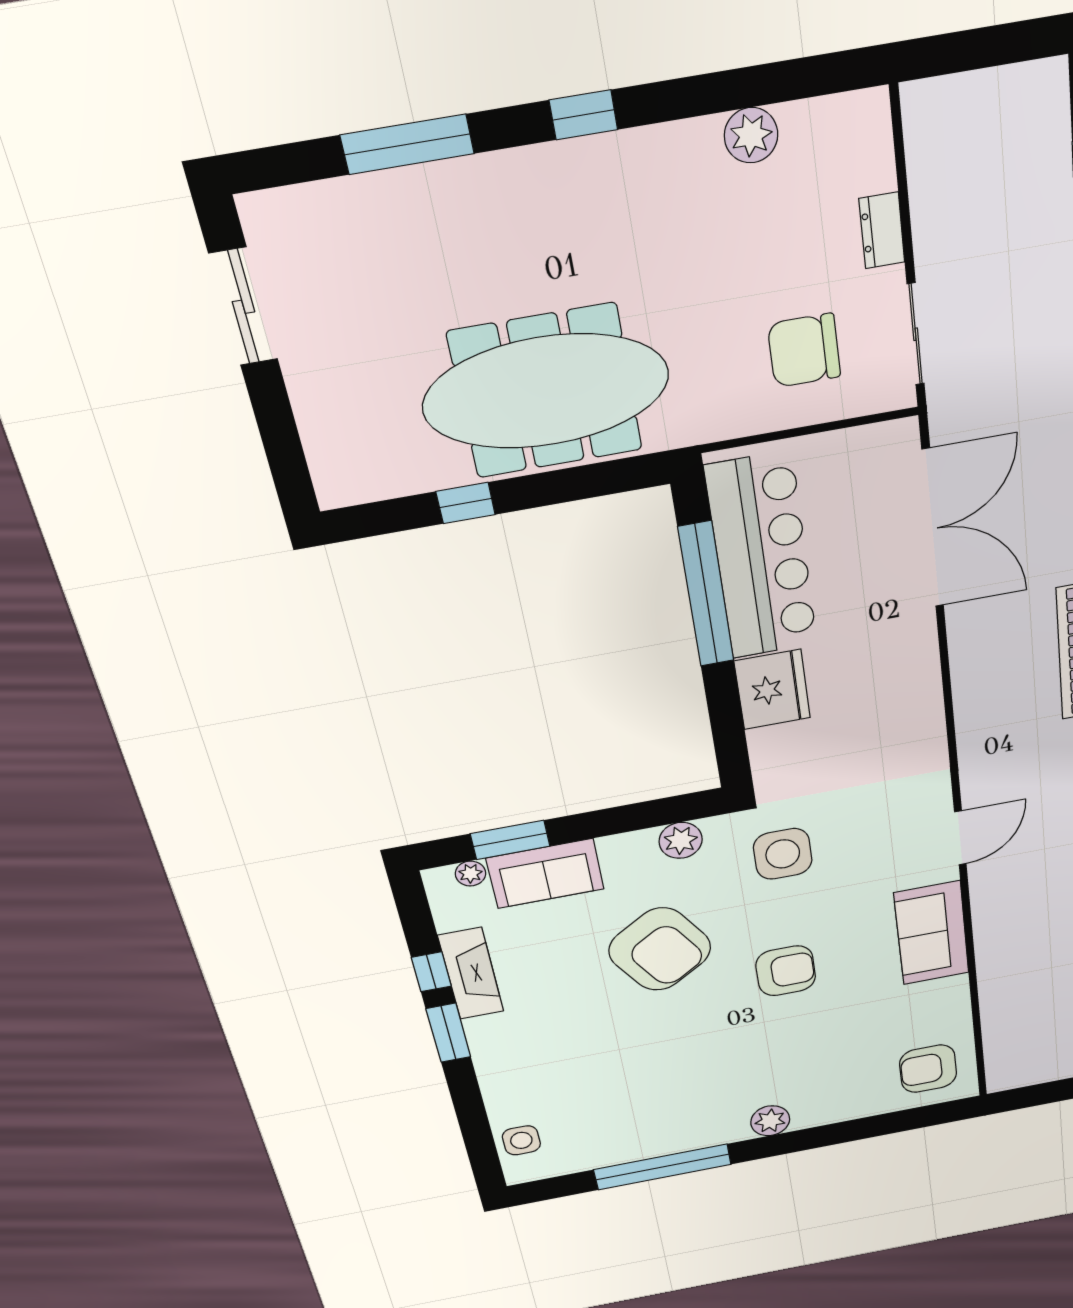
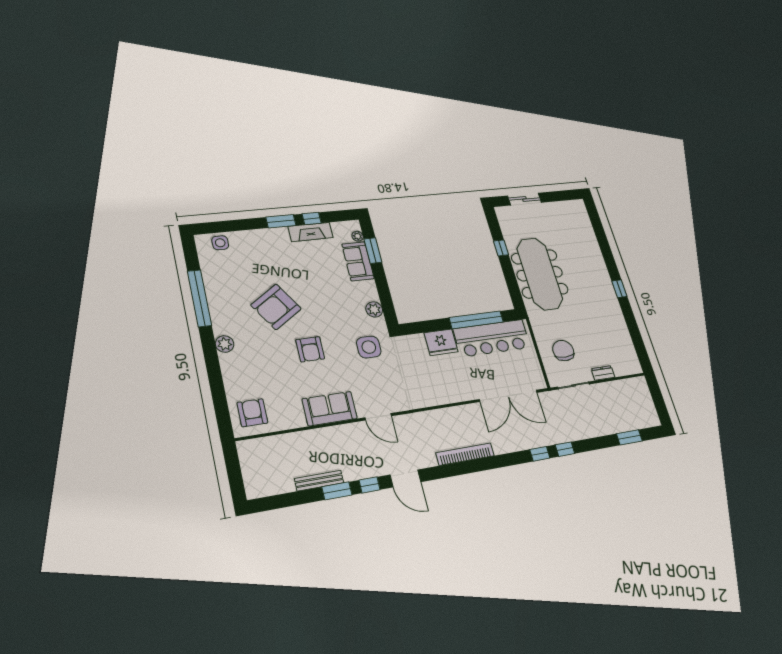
plant: (751, 135) -> (623, 334), removed
window: (407, 144) -> (603, 243), removed
sliding door: (243, 307) -> (524, 199), moved
armchair: (660, 949) -> (276, 307), moved

